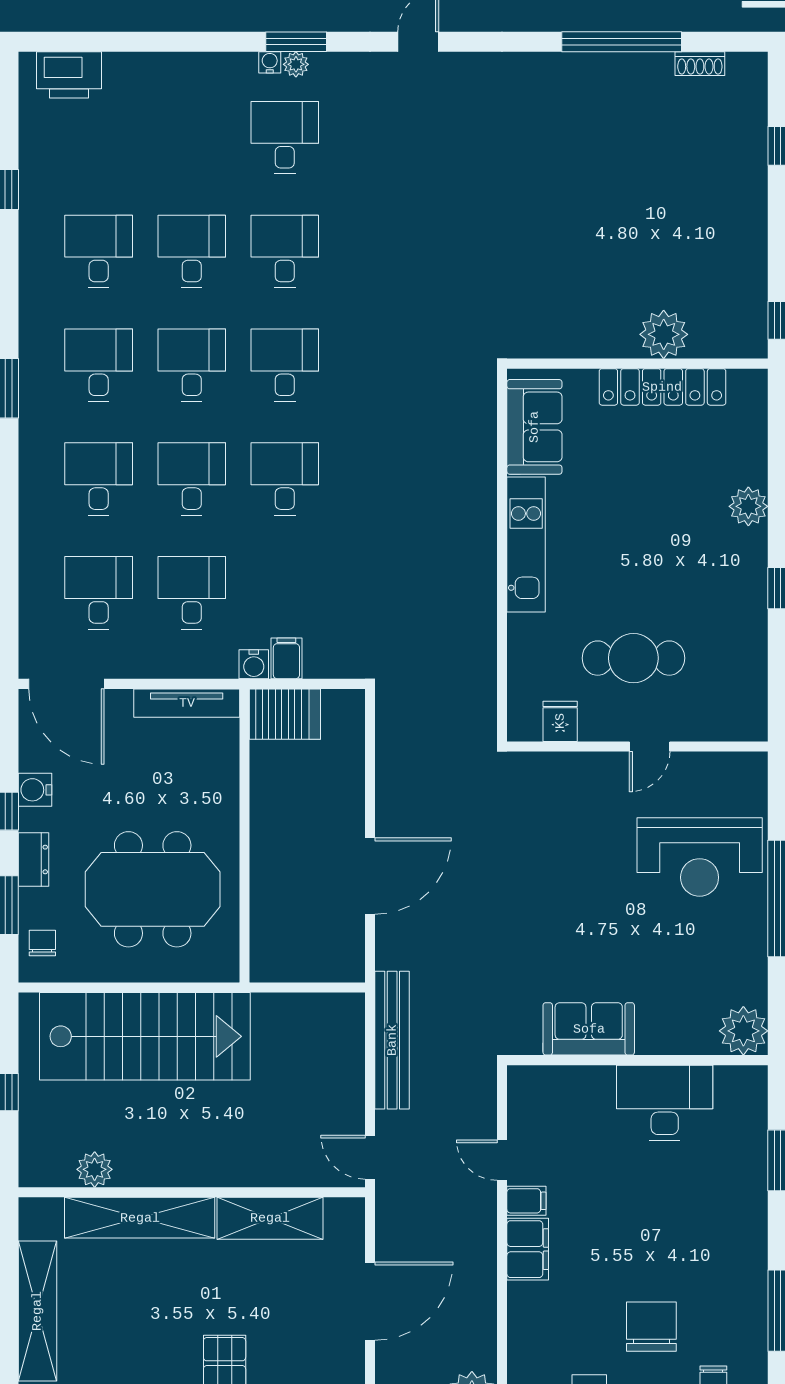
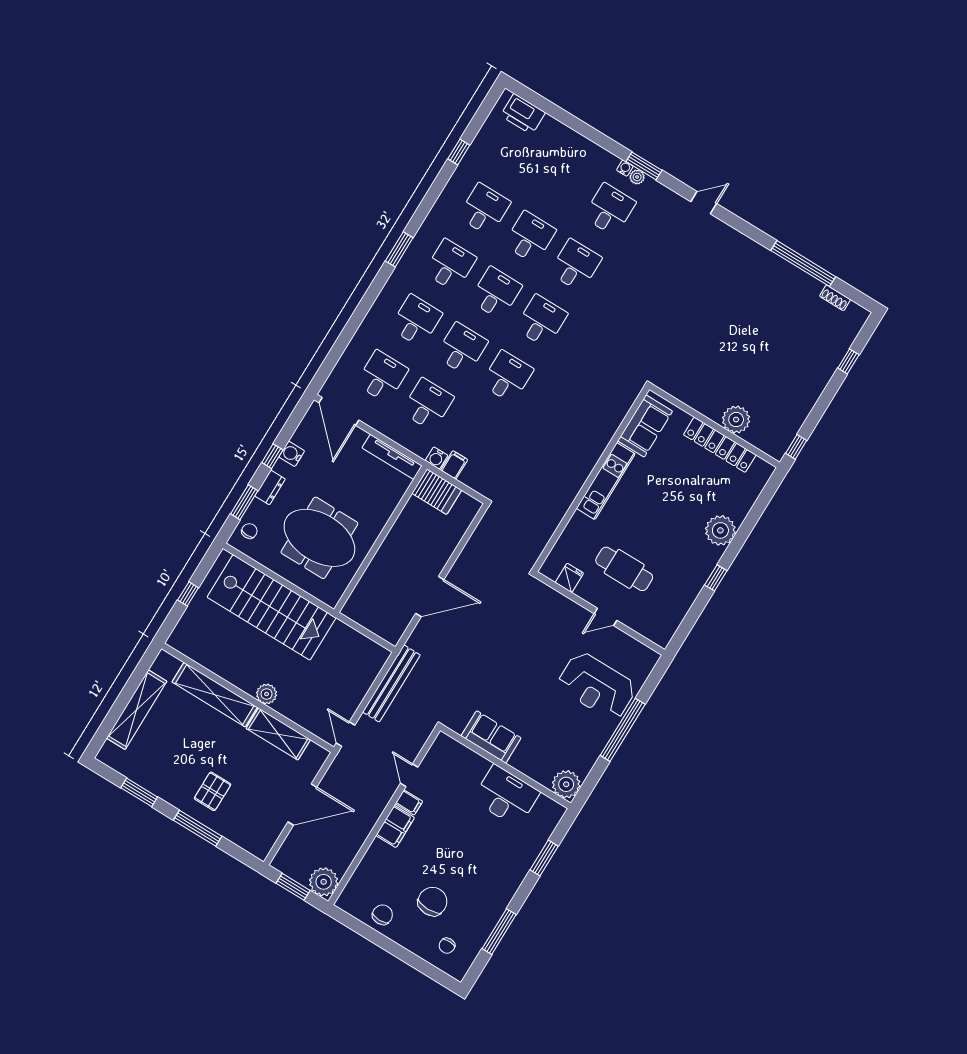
plant: (748, 506) -> (720, 530), width x1.36, depth x1.36
plant: (95, 1169) -> (267, 694), moved

